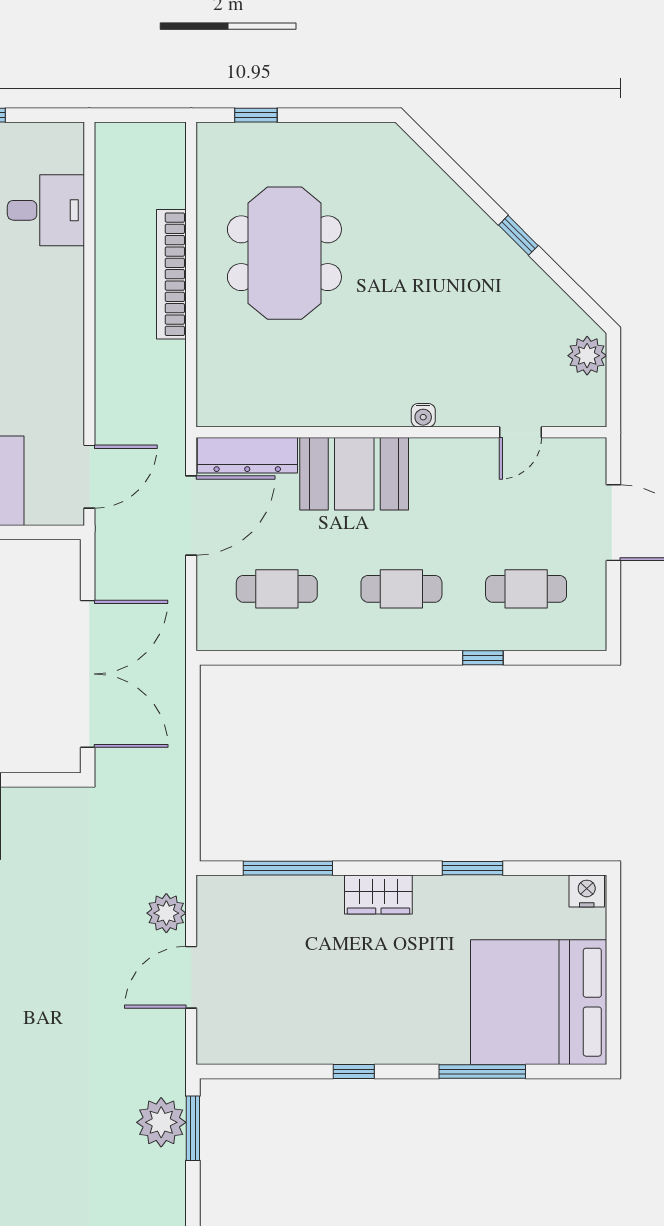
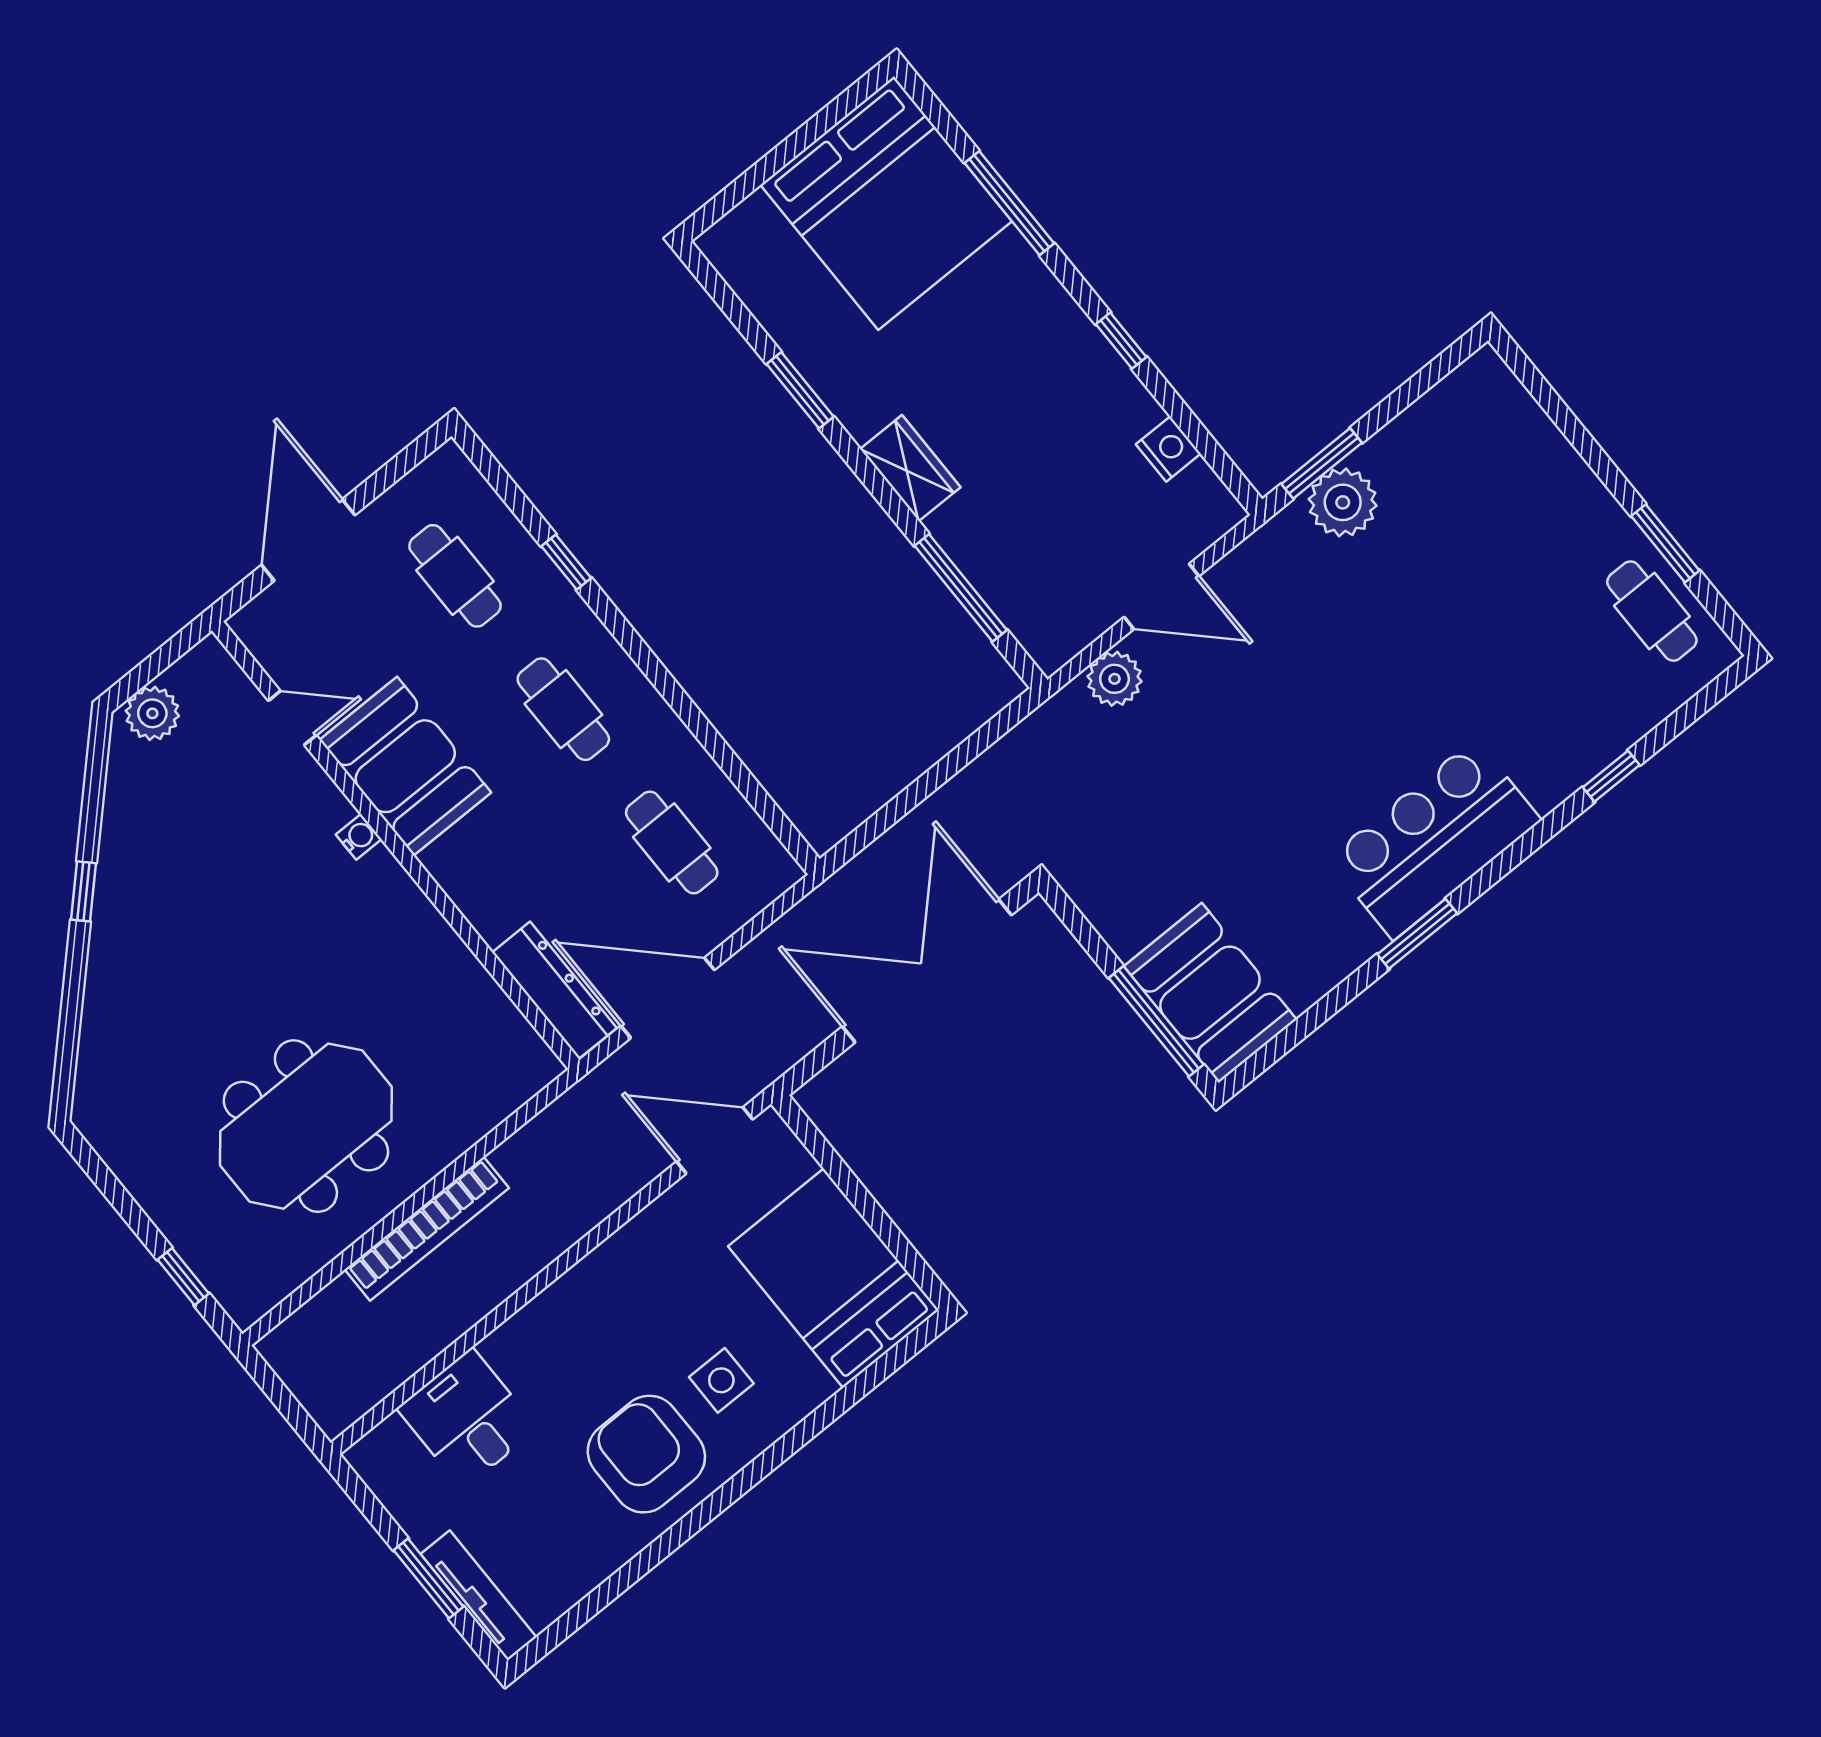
booth: (354, 474) -> (405, 766), moved
nightstand: (587, 891) -> (1168, 449), moved, turned 180

